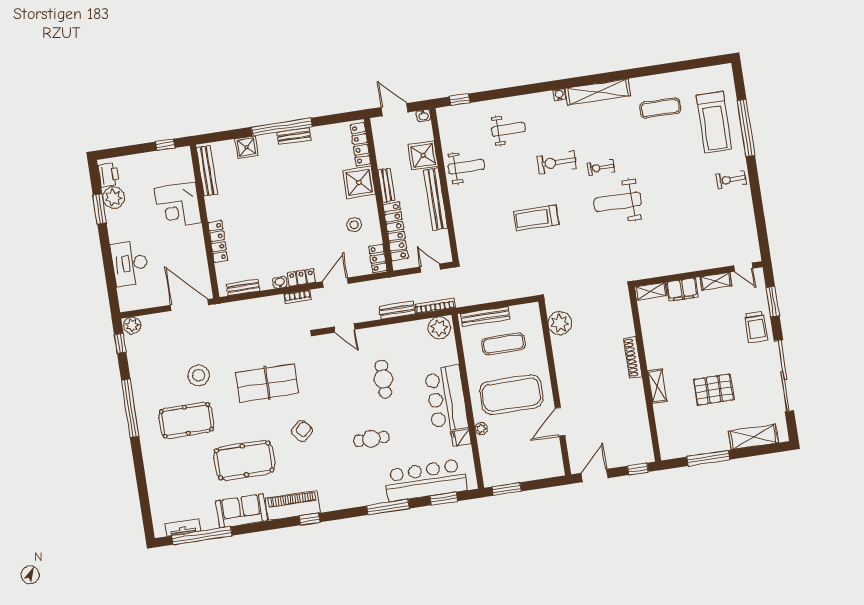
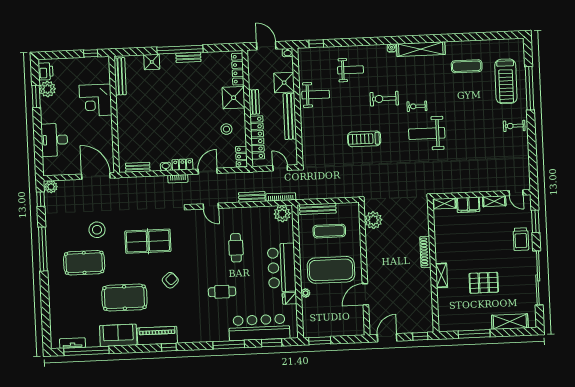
locker: (218, 241) -> (122, 131), removed

